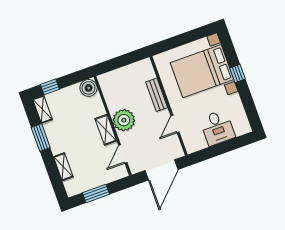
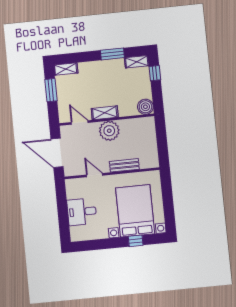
window: (238, 73) -> (136, 241), moved
shelving: (63, 167) -> (66, 69), moved

